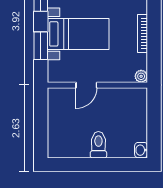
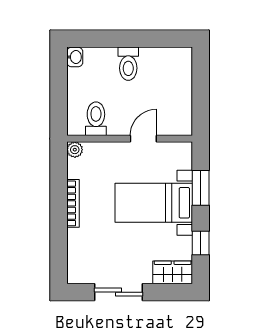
toilet: (124, 101) -> (96, 119), added

